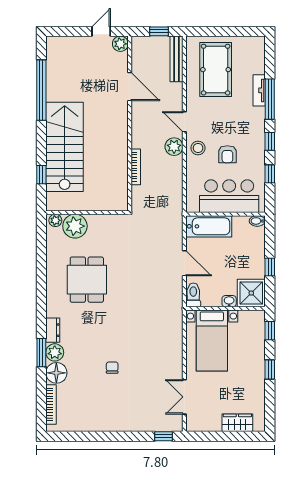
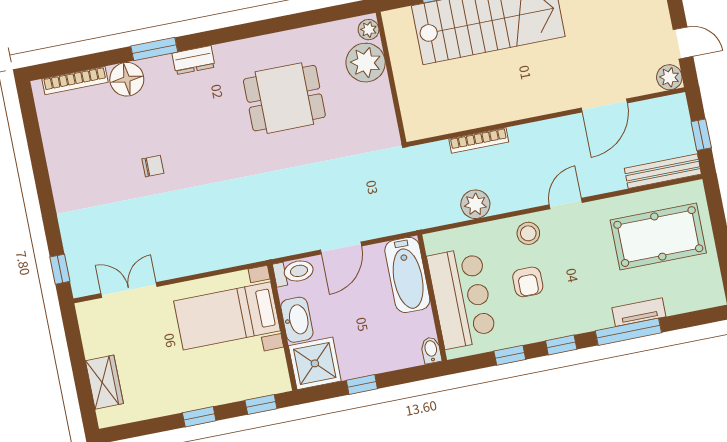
plant: (174, 147) -> (475, 204), moved
armchair: (227, 154) -> (528, 282), turned -90
washbasin: (229, 301) -> (297, 320), width x1.91, depth x1.45
plant: (55, 352) -> (159, 70), removed

